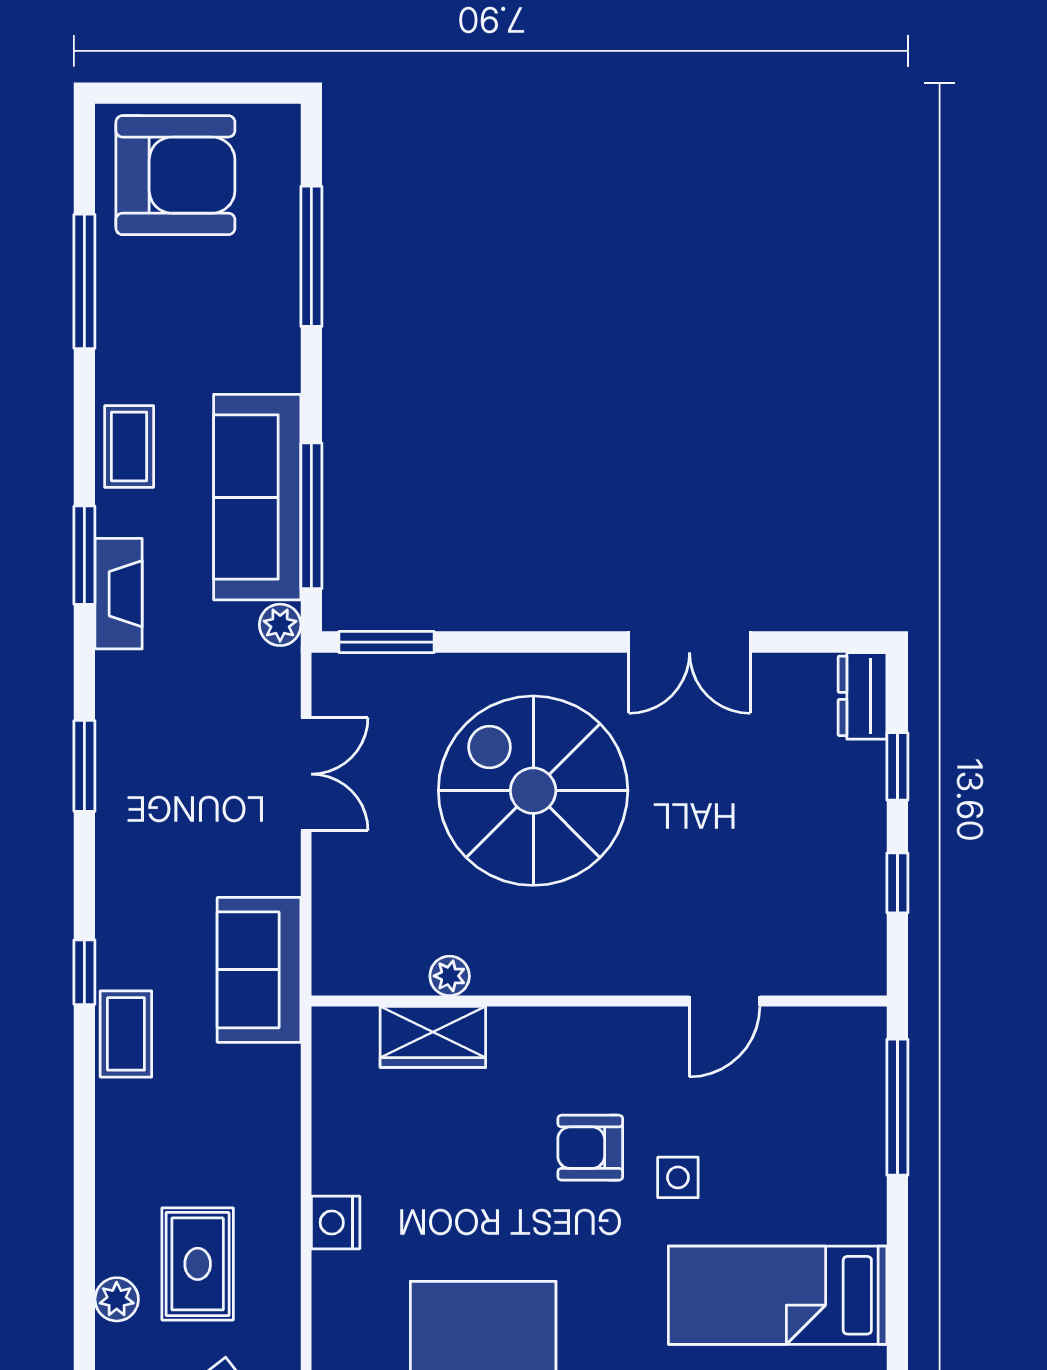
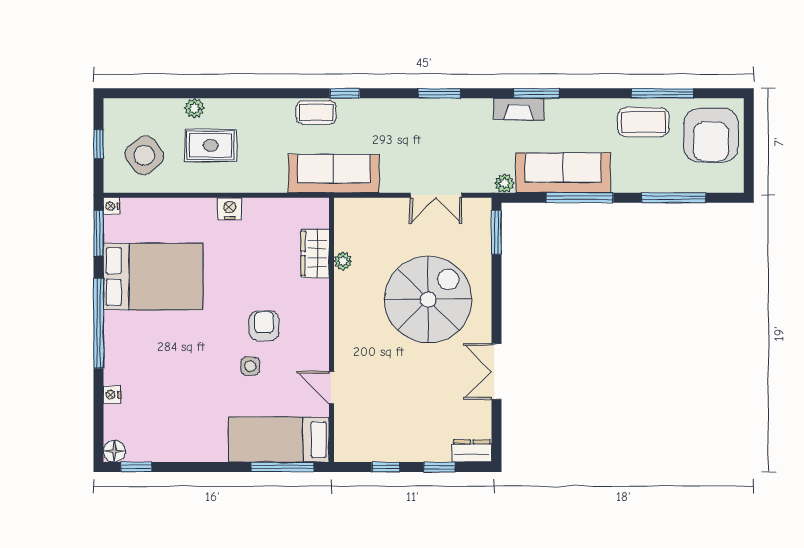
coffee table: (129, 446) -> (643, 122), moved, width x1.36, depth x1.30
window: (311, 516) -> (580, 198), moved
sofa: (259, 970) -> (334, 174), width x1.36
bed: (778, 1295) -> (279, 440), moved, turned -90

